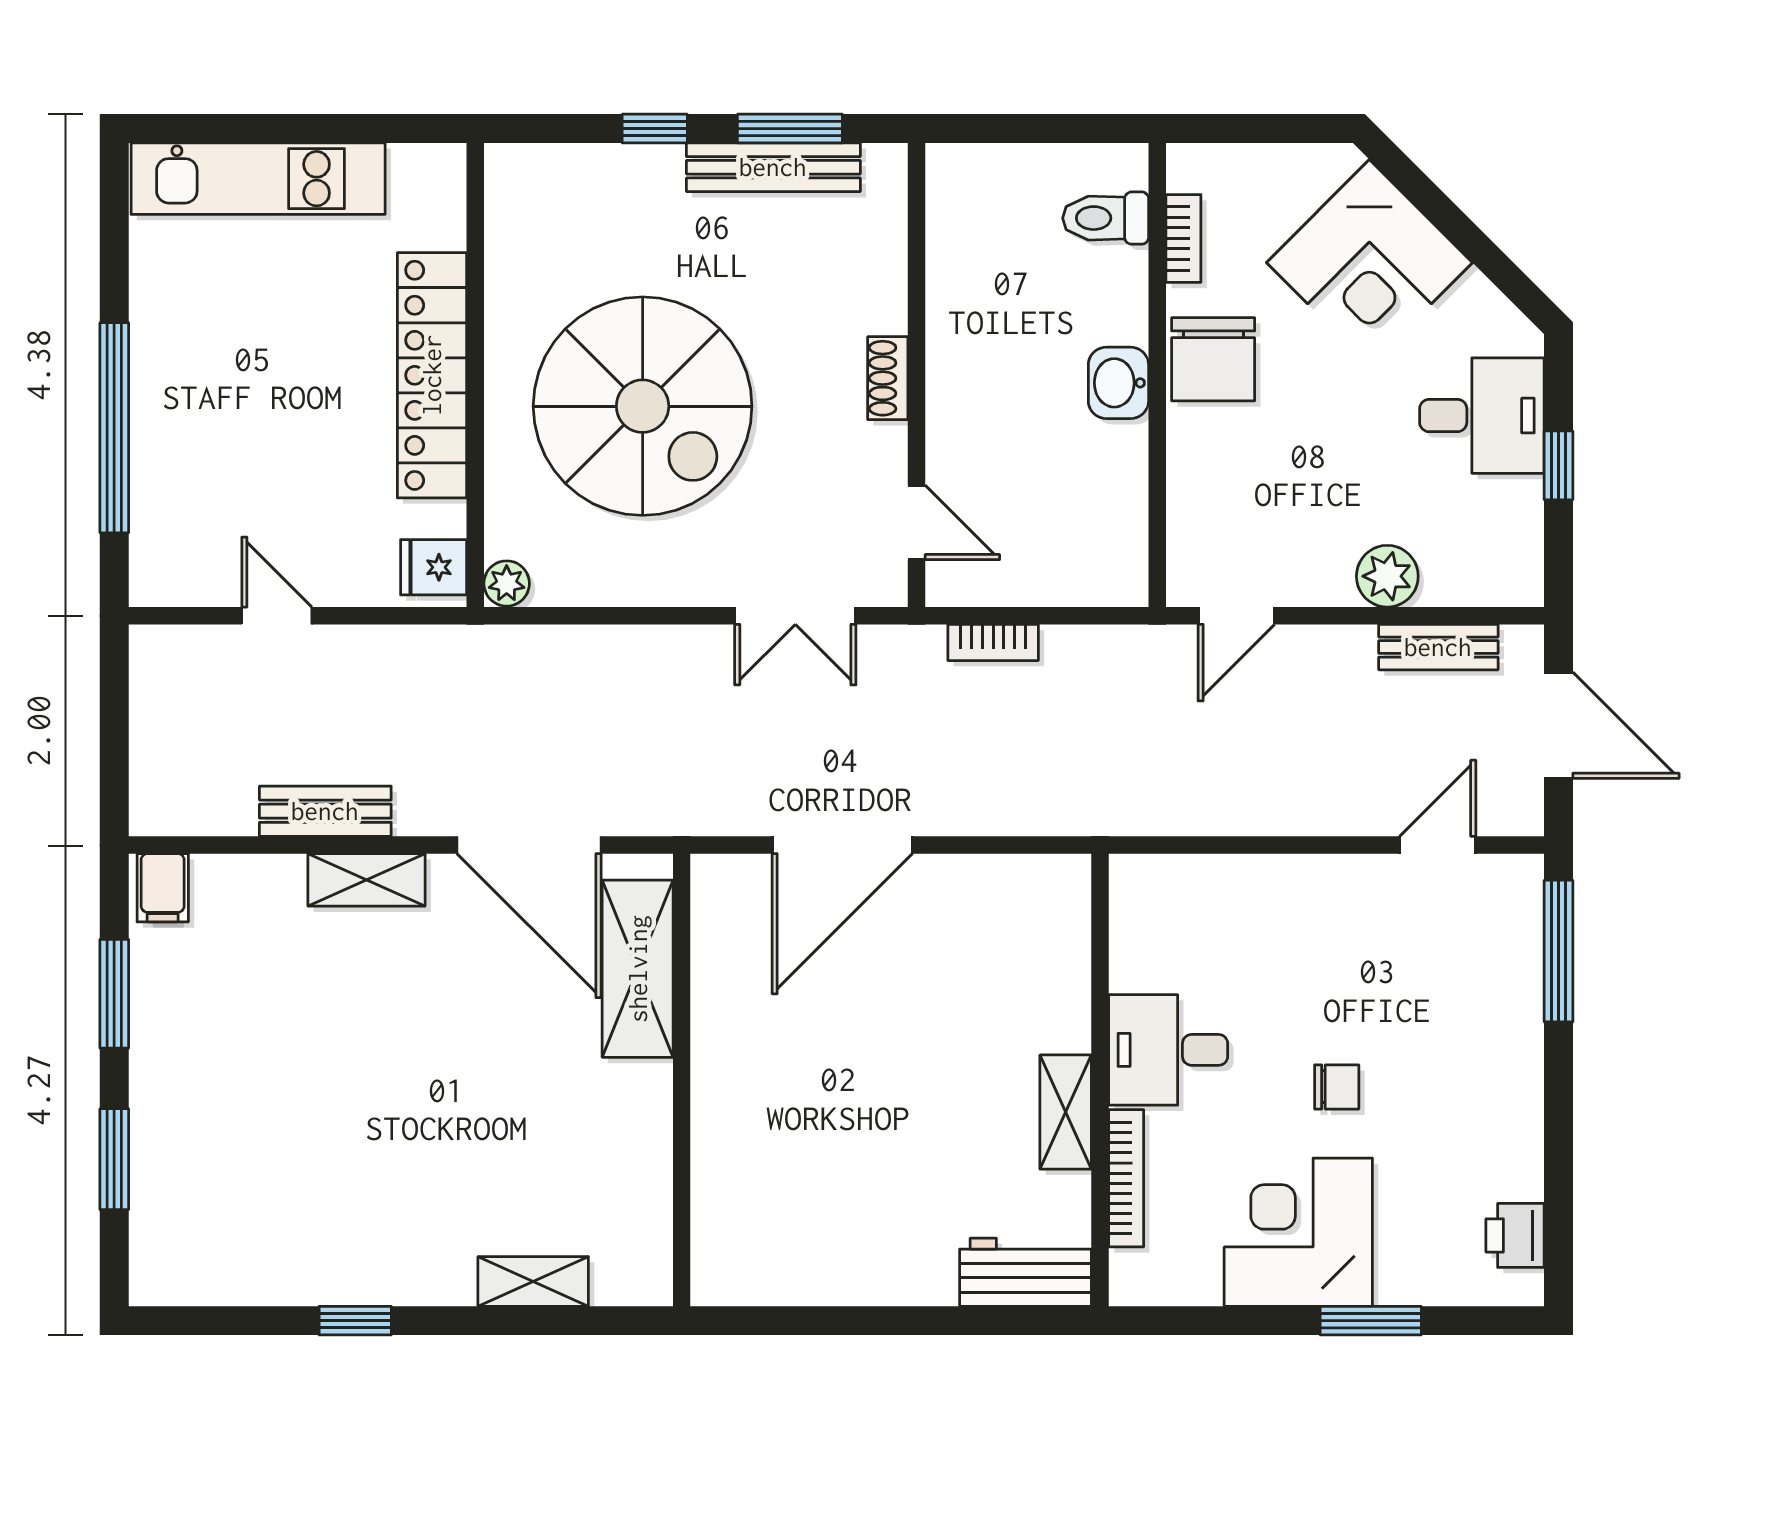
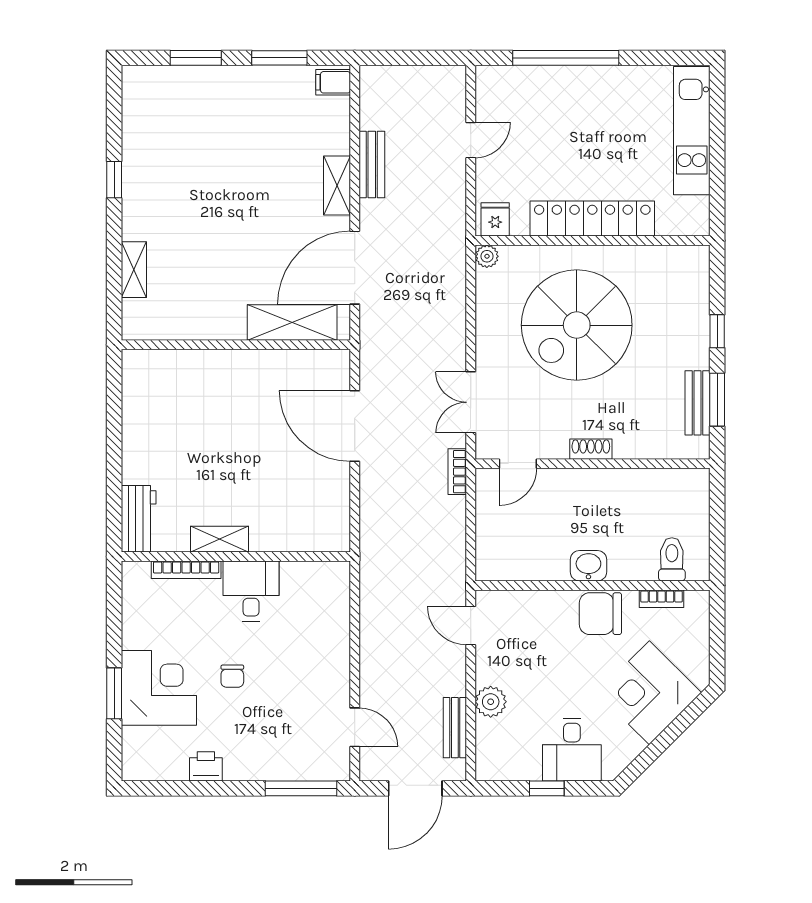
bench: (773, 167) -> (698, 403), width x0.73
bookcase: (993, 642) -> (457, 472), moved
corner desk: (1298, 1232) -> (159, 688), moved
printer: (1515, 1235) -> (206, 766), moved

